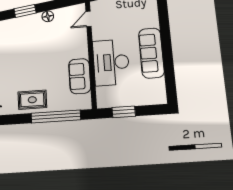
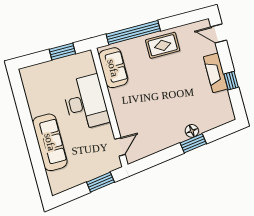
floor lamp: (48, 16) -> (192, 131), moved
sofa: (151, 53) -> (50, 142), moved
sofa: (80, 76) -> (113, 68), moved

